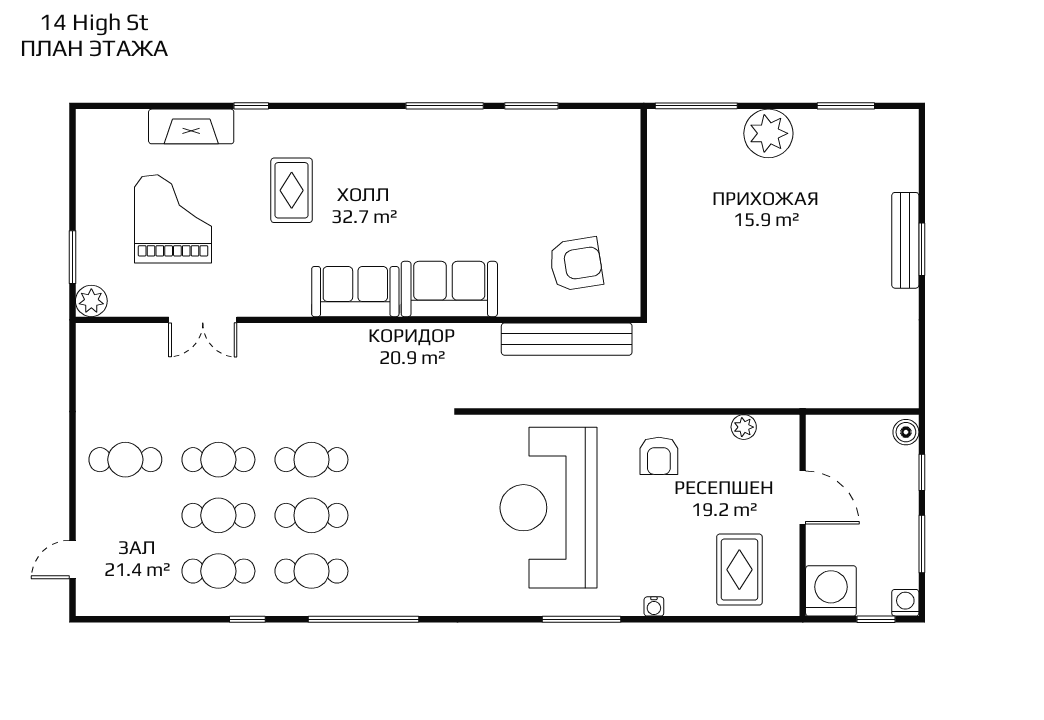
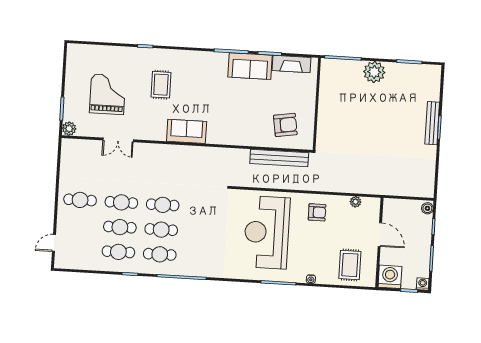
fireplace: (191, 126) -> (292, 64), moved
sofa: (449, 289) -> (250, 66), moved, turned 180
armchair: (659, 456) -> (317, 212), turned -90

